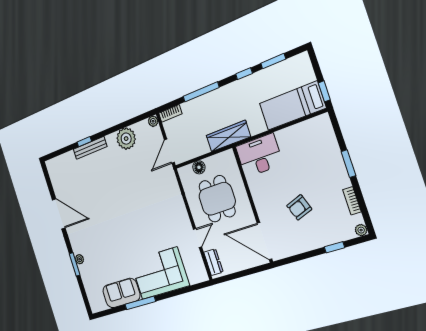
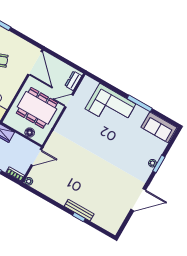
plant: (126, 139) -> (53, 190), removed
dining table: (217, 199) -> (37, 108), width x1.38
door: (59, 214) -> (138, 200), swing flipped
sofa: (121, 293) -> (159, 127), moved

